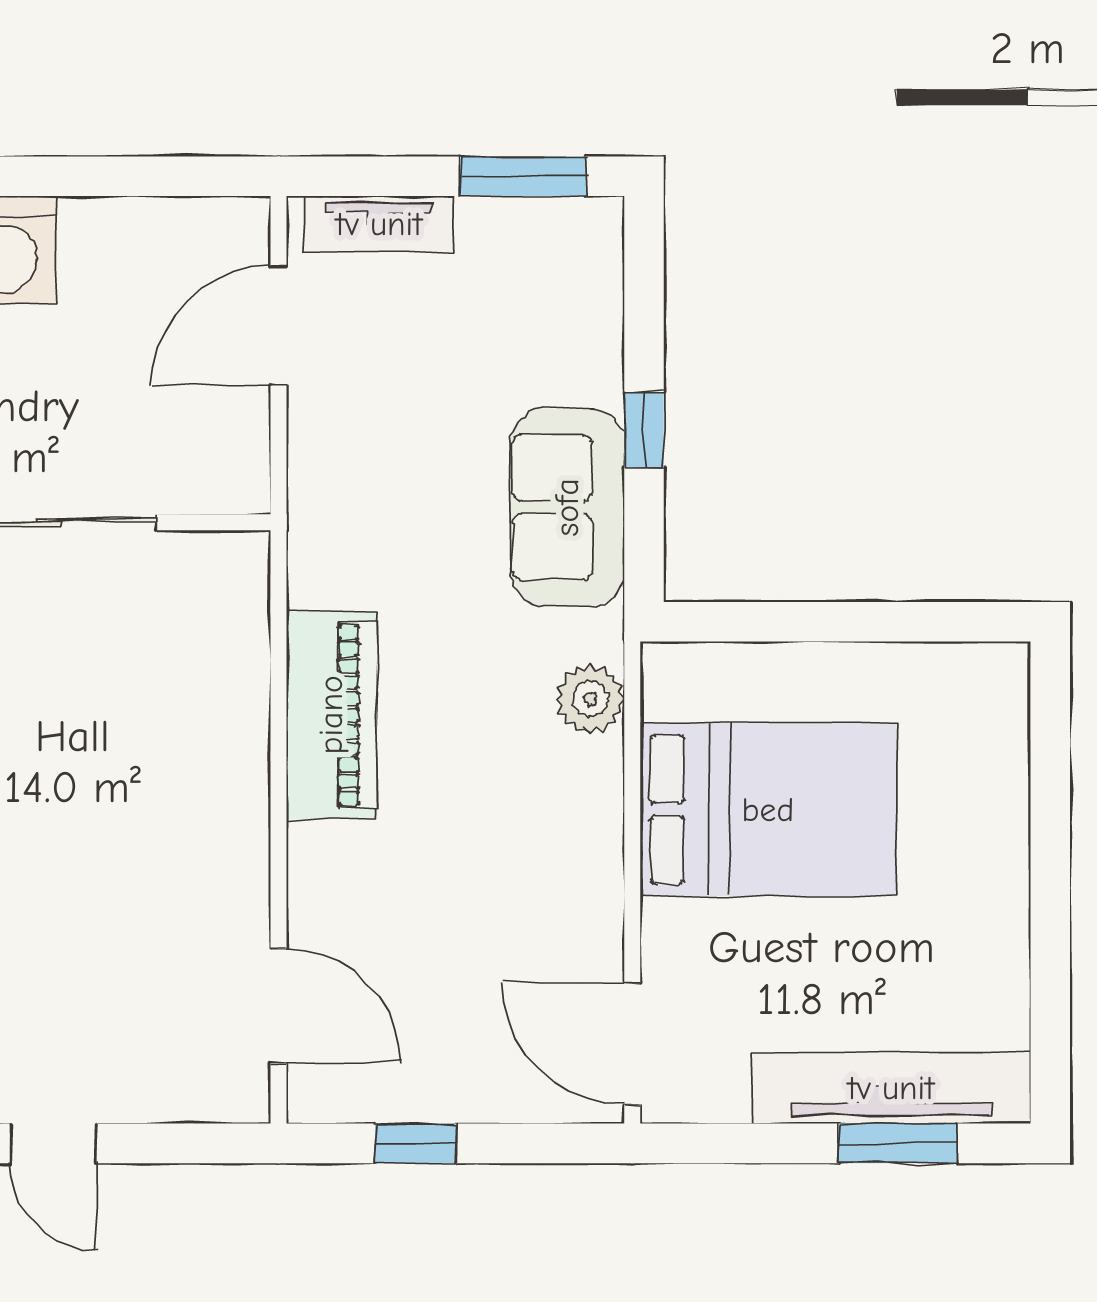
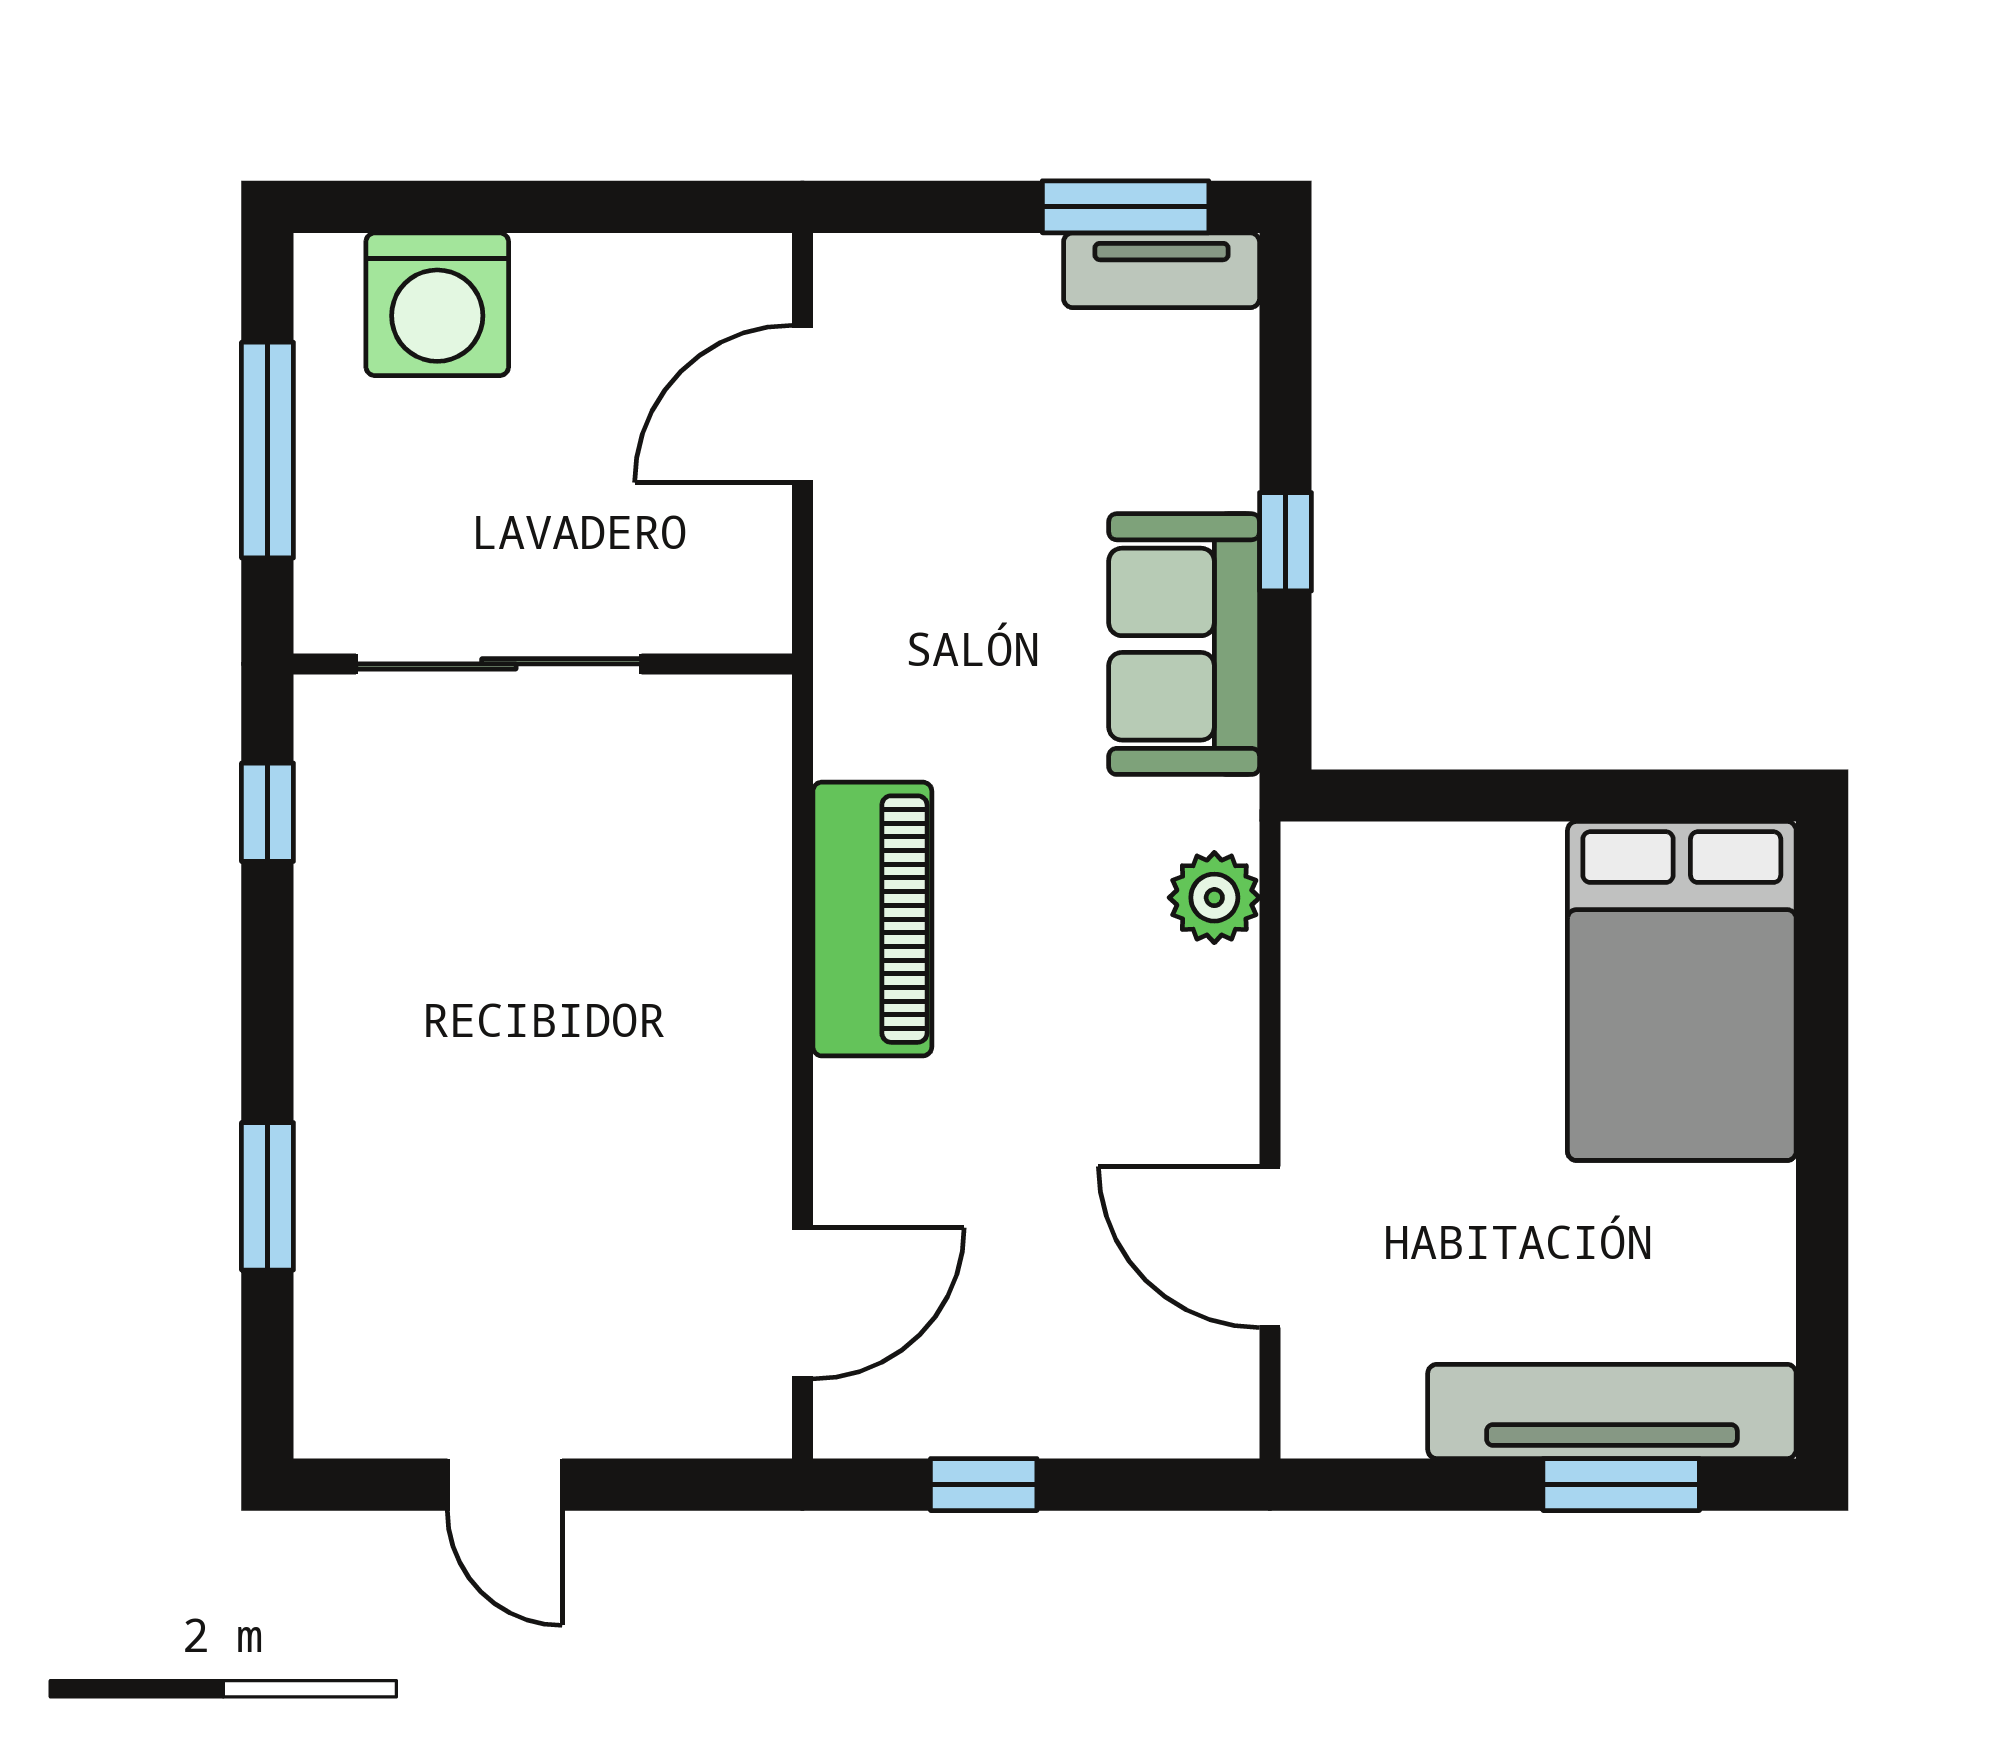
tv unit: (379, 224) -> (1162, 270), moved
bed: (768, 810) -> (1682, 991), moved, turned 90
door: (278, 1006) -> (802, 1303), hinge flipped
door: (632, 1044) -> (1270, 1247), moved

